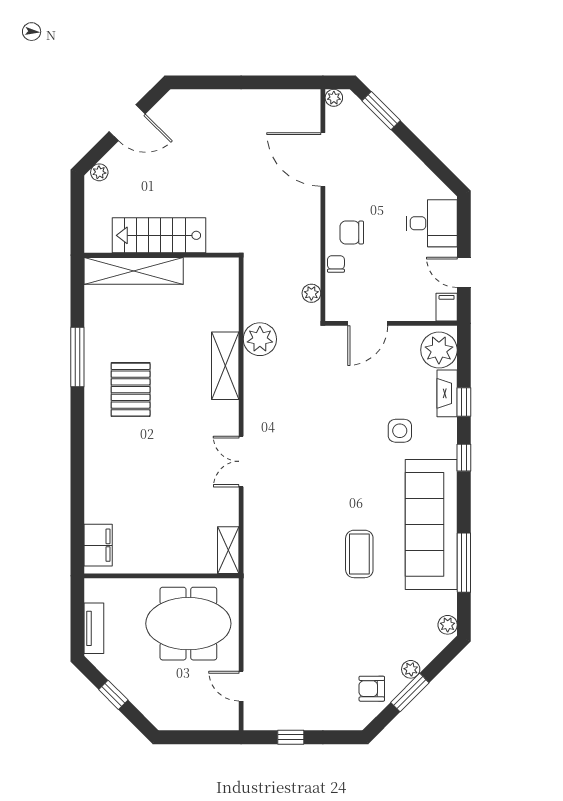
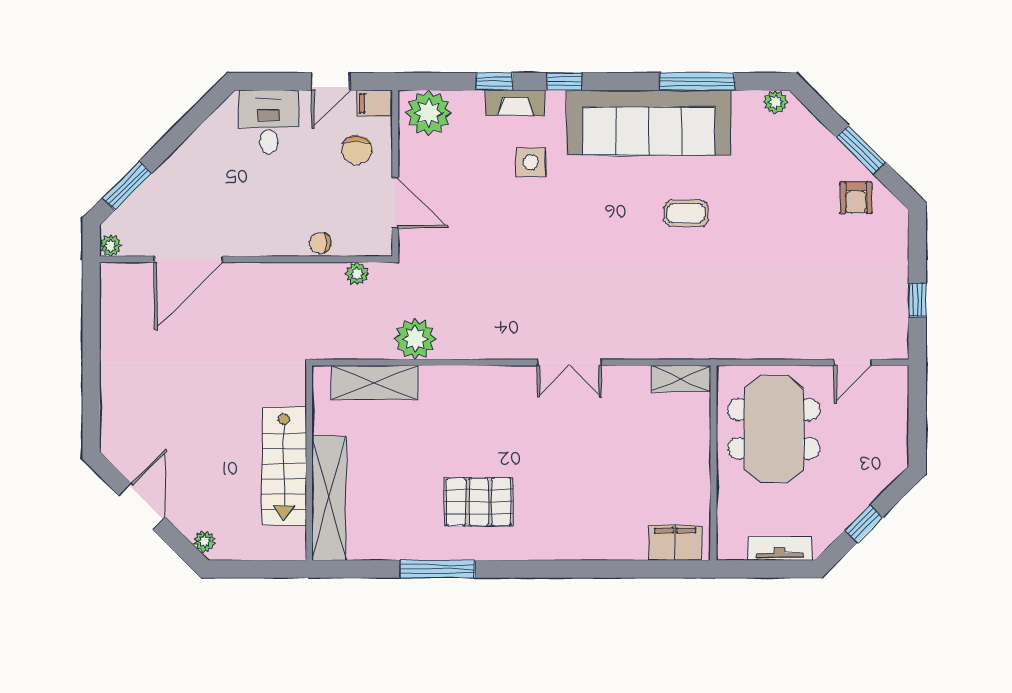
chair: (352, 233) -> (357, 150), moved
shelving: (225, 366) -> (374, 382), moved
fireplace: (447, 393) -> (515, 103), moved
coffee table: (359, 554) -> (686, 213), width x0.73, depth x0.77
plant: (411, 669) -> (832, 149), removed

